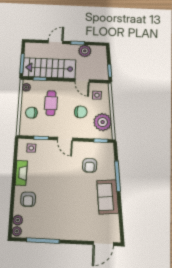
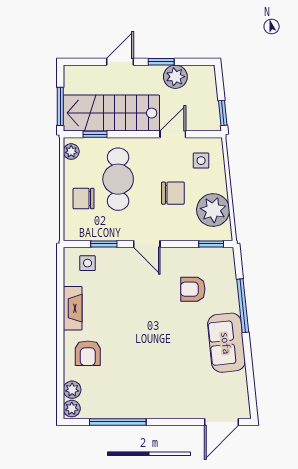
door: (82, 81) -> (173, 134), swing flipped
cafe table: (51, 103) -> (118, 179), width x1.37, depth x1.35
armchair: (90, 165) -> (193, 289), turned 90

